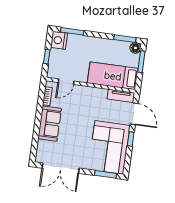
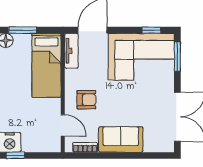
window: (47, 57) -> (15, 155), moved
armchair: (83, 102) -> (86, 100), added
window: (131, 139) -> (151, 30), moved

